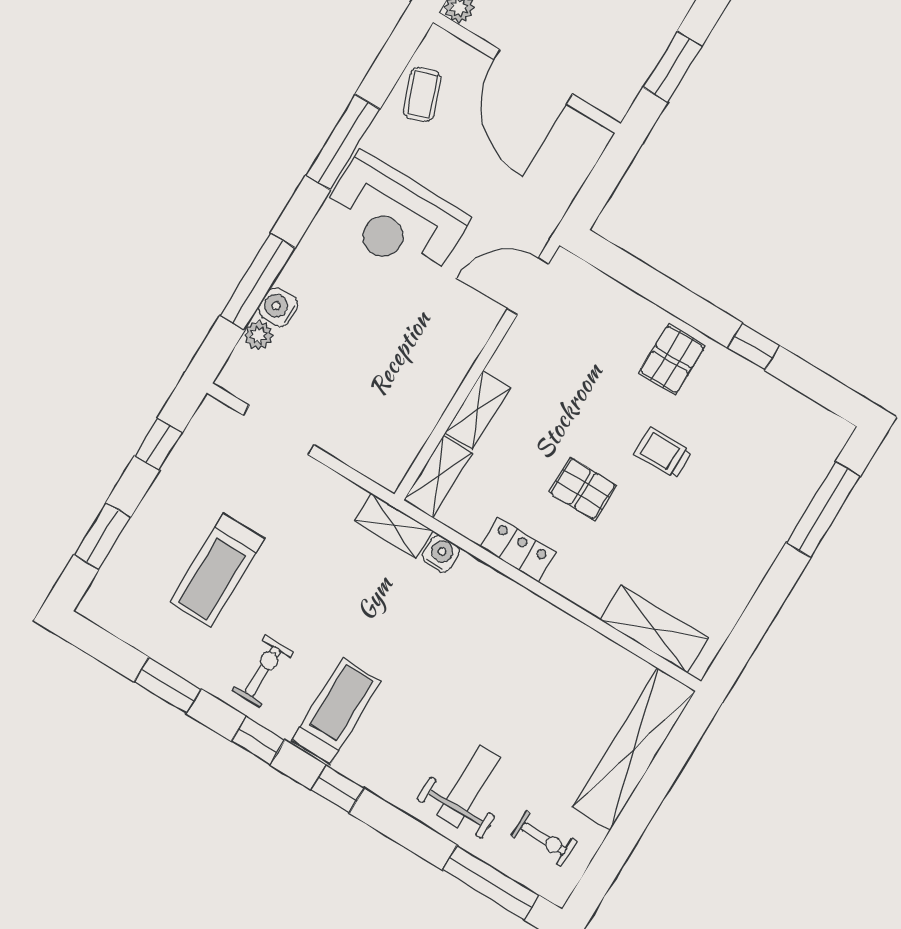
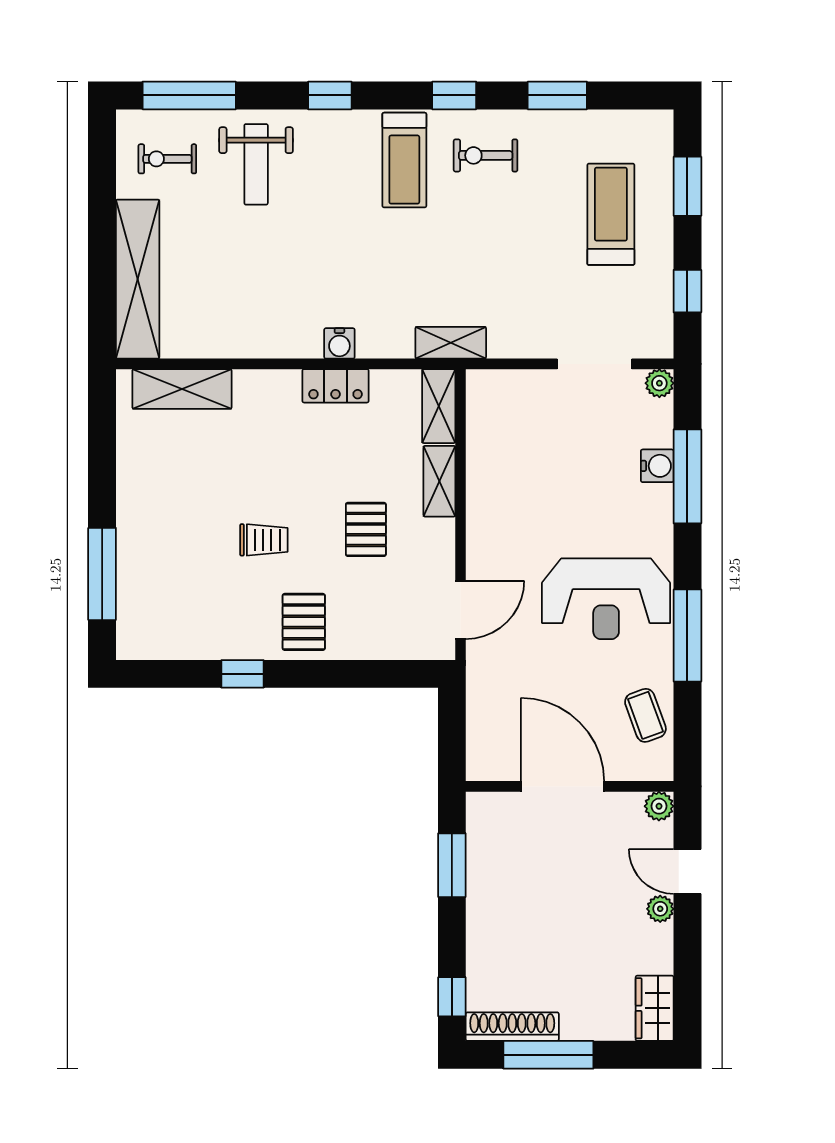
reception desk: (394, 218) -> (606, 599), turned 180
plant: (259, 335) -> (659, 383), moved
pallet: (583, 489) -> (366, 529), moved, turned 90
water cooler: (441, 554) -> (339, 343), moved
treadmill: (217, 570) -> (611, 214), moved
exercise bike: (263, 671) -> (486, 155), turned 90
window: (338, 789) -> (330, 95), moved

